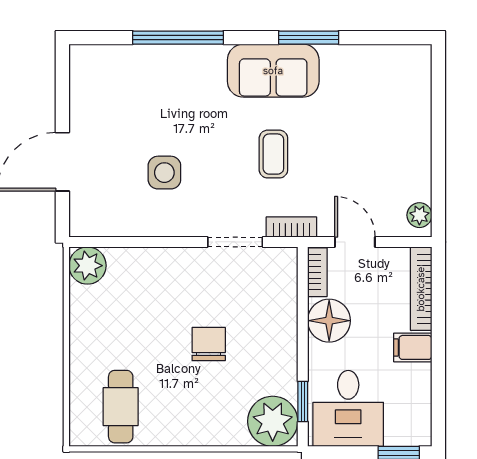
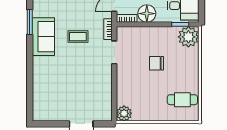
window: (178, 38) -> (30, 76), removed
side table: (164, 173) -> (86, 82), removed

